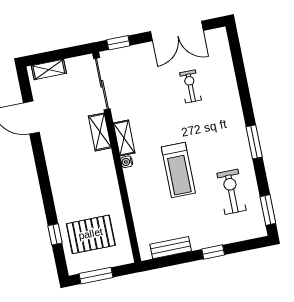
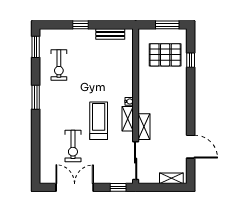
exercise bike: (190, 86) -> (73, 146), width x1.38, depth x1.39
treadmill: (178, 170) -> (99, 121), moved

